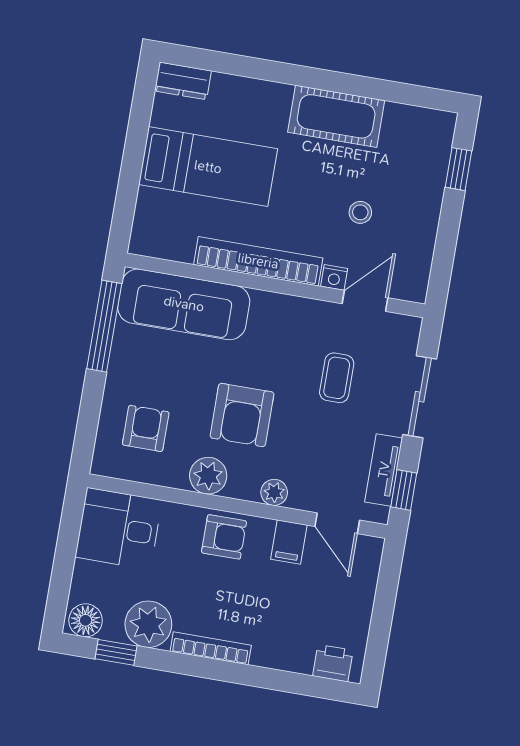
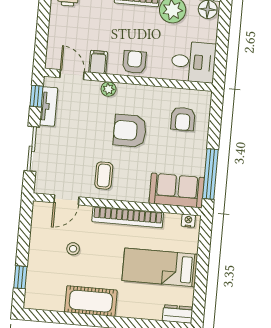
nightstand: (334, 277) -> (188, 221), moved
sofa: (184, 304) -> (177, 190), width x0.73
coffee table: (337, 378) -> (104, 176), moved
armchair: (242, 415) -> (130, 131), turned -90
plant: (208, 476) -> (146, 95), removed
armchair: (224, 537) -> (134, 62), turned 90

